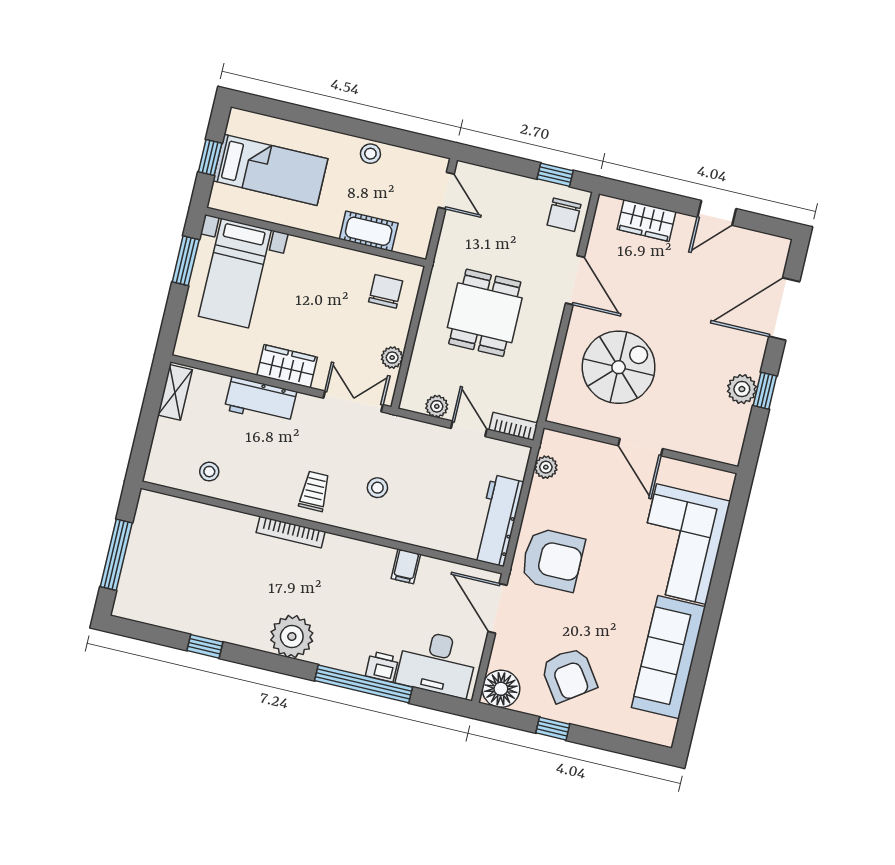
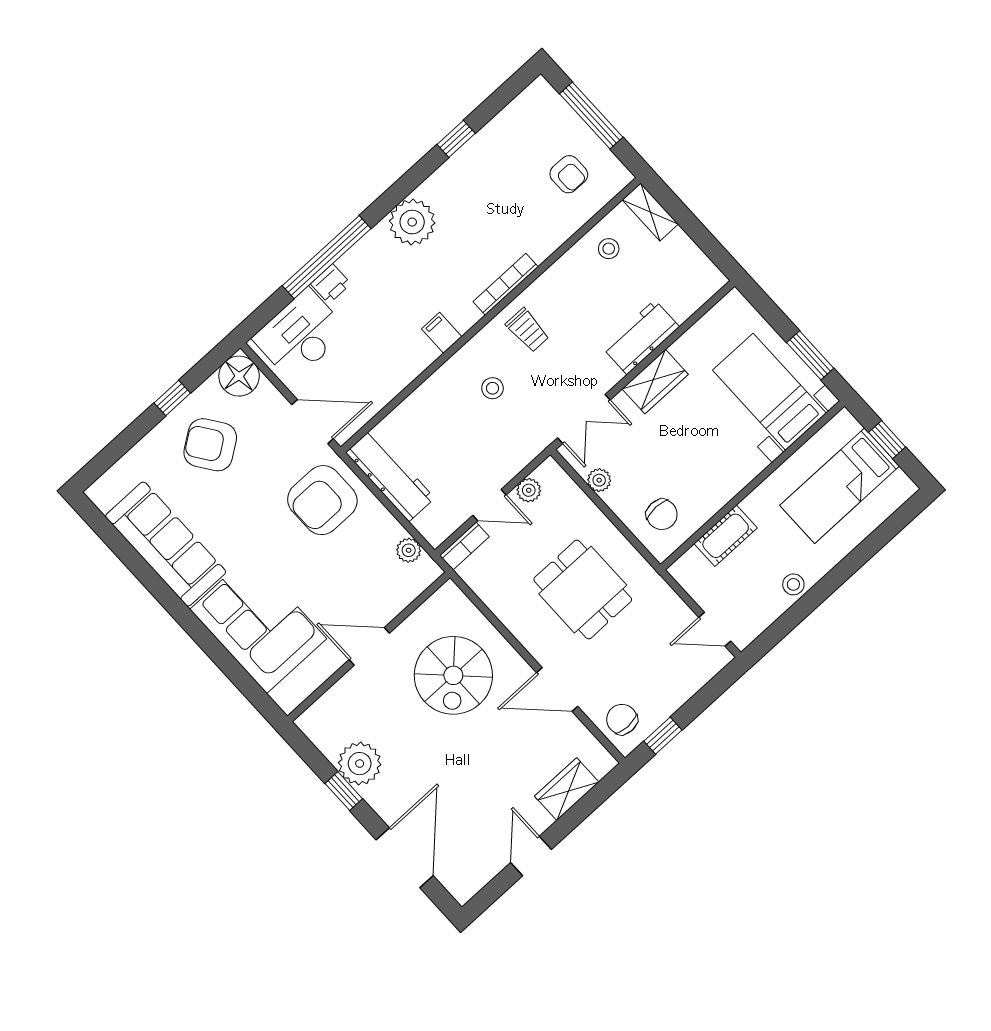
plant: (742, 389) -> (360, 764), width x1.36, depth x1.36
shelving: (175, 392) -> (650, 212), moved
armchair: (173, 541) -> (569, 174), added
filing cabinet: (406, 566) -> (442, 333), moved

